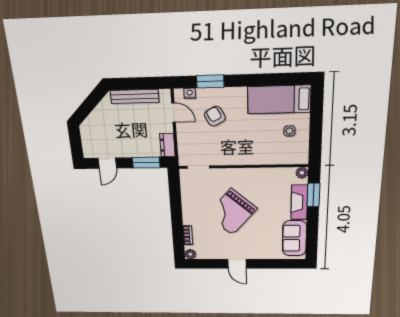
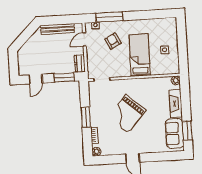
window: (210, 81) -> (109, 17), width x1.44
bed: (279, 99) -> (140, 55), moved, turned 90
door: (174, 113) -> (84, 39), swing flipped
window: (313, 195) -> (187, 131), moved
window: (176, 213) -> (86, 117), added

